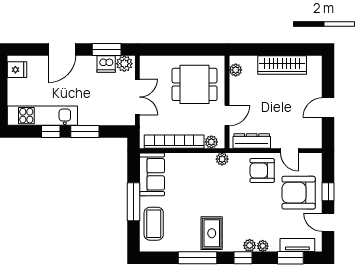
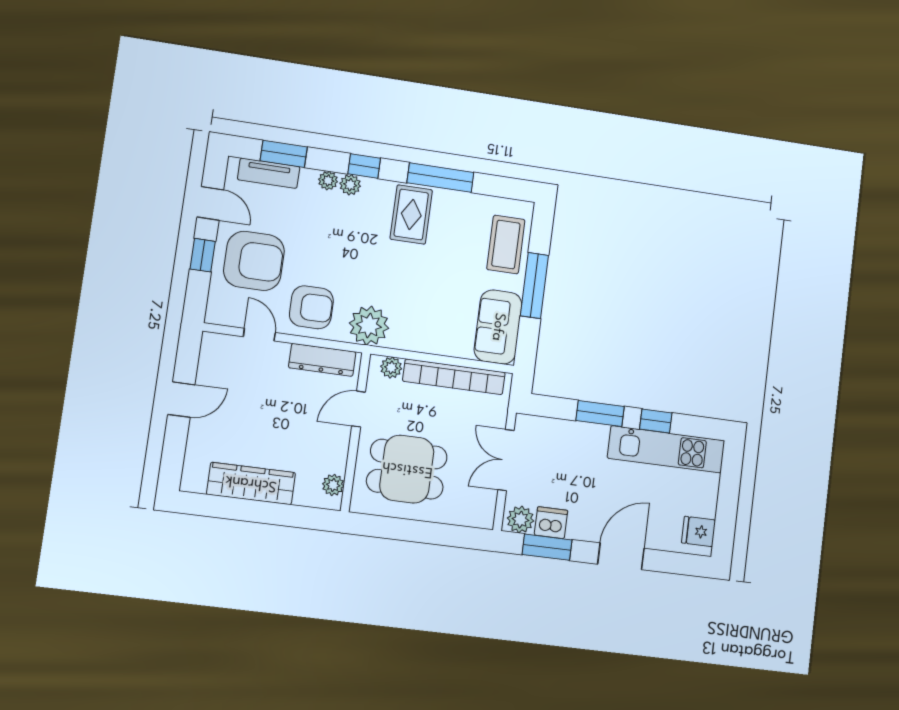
plant: (222, 159) -> (369, 326), width x1.88, depth x1.88

